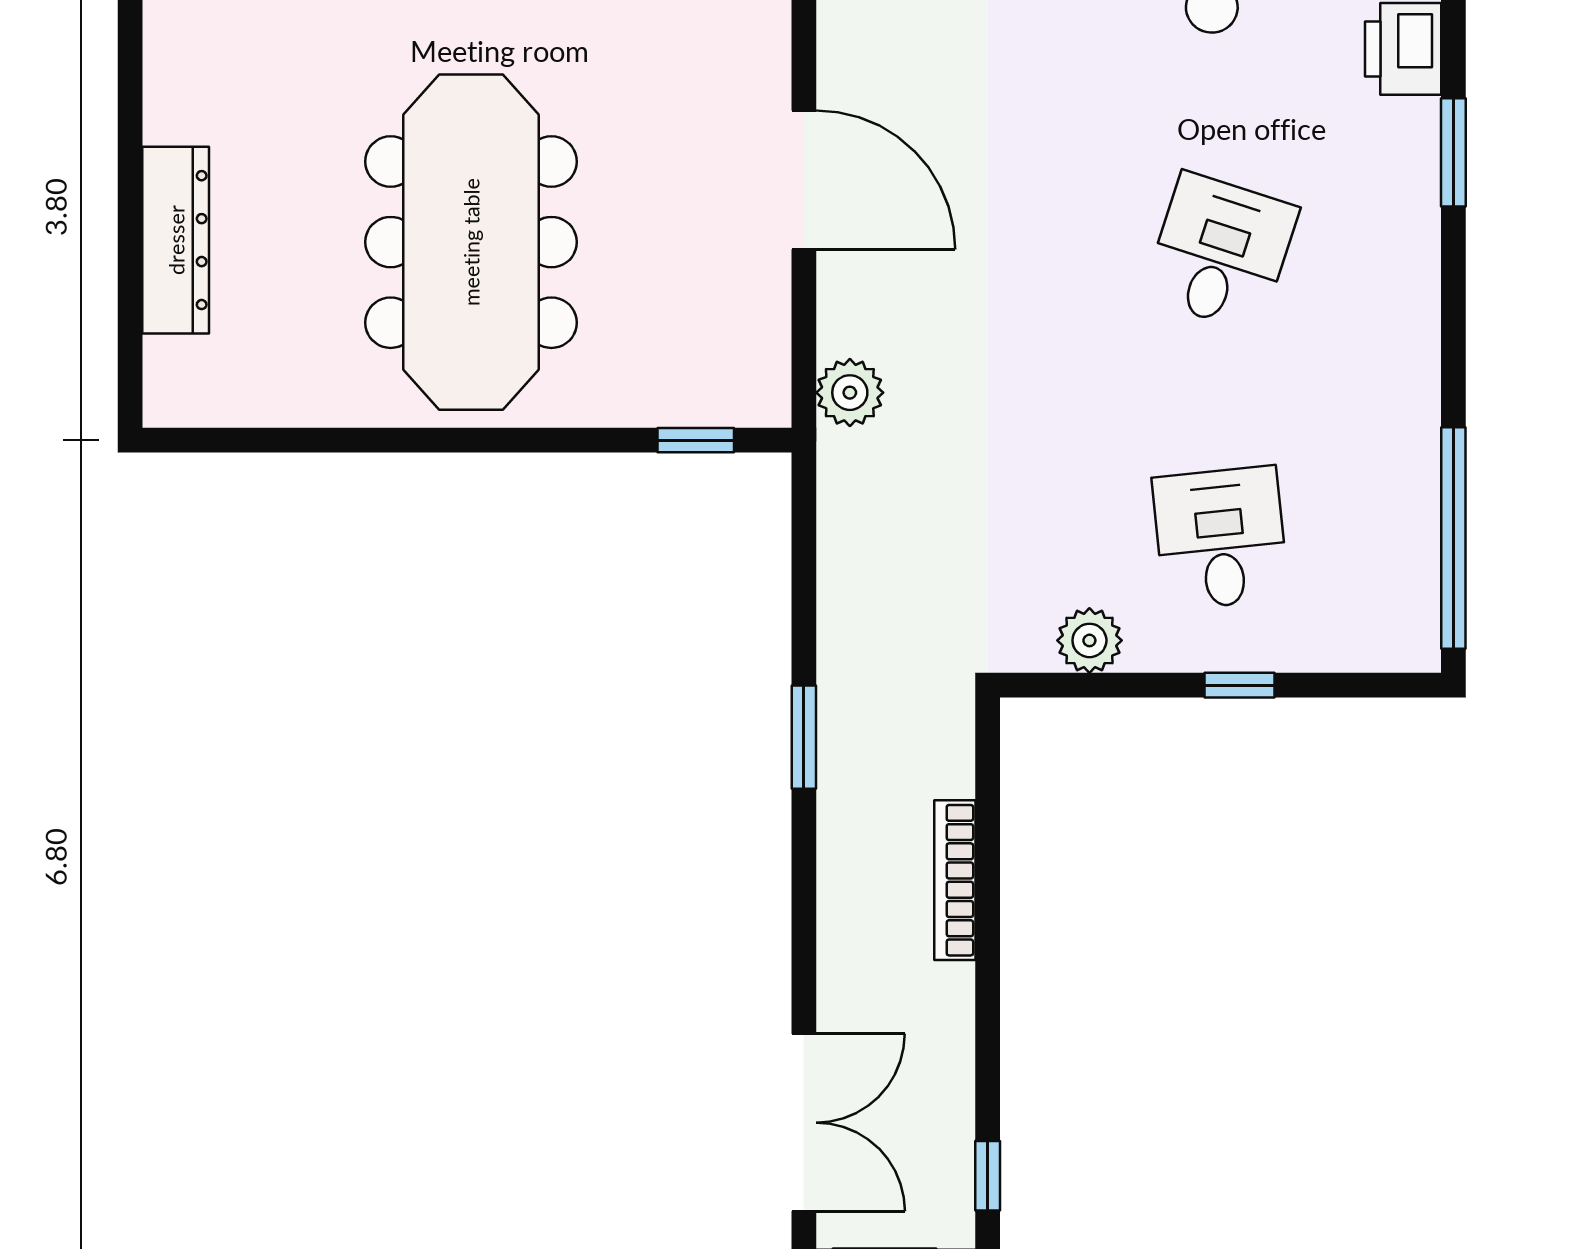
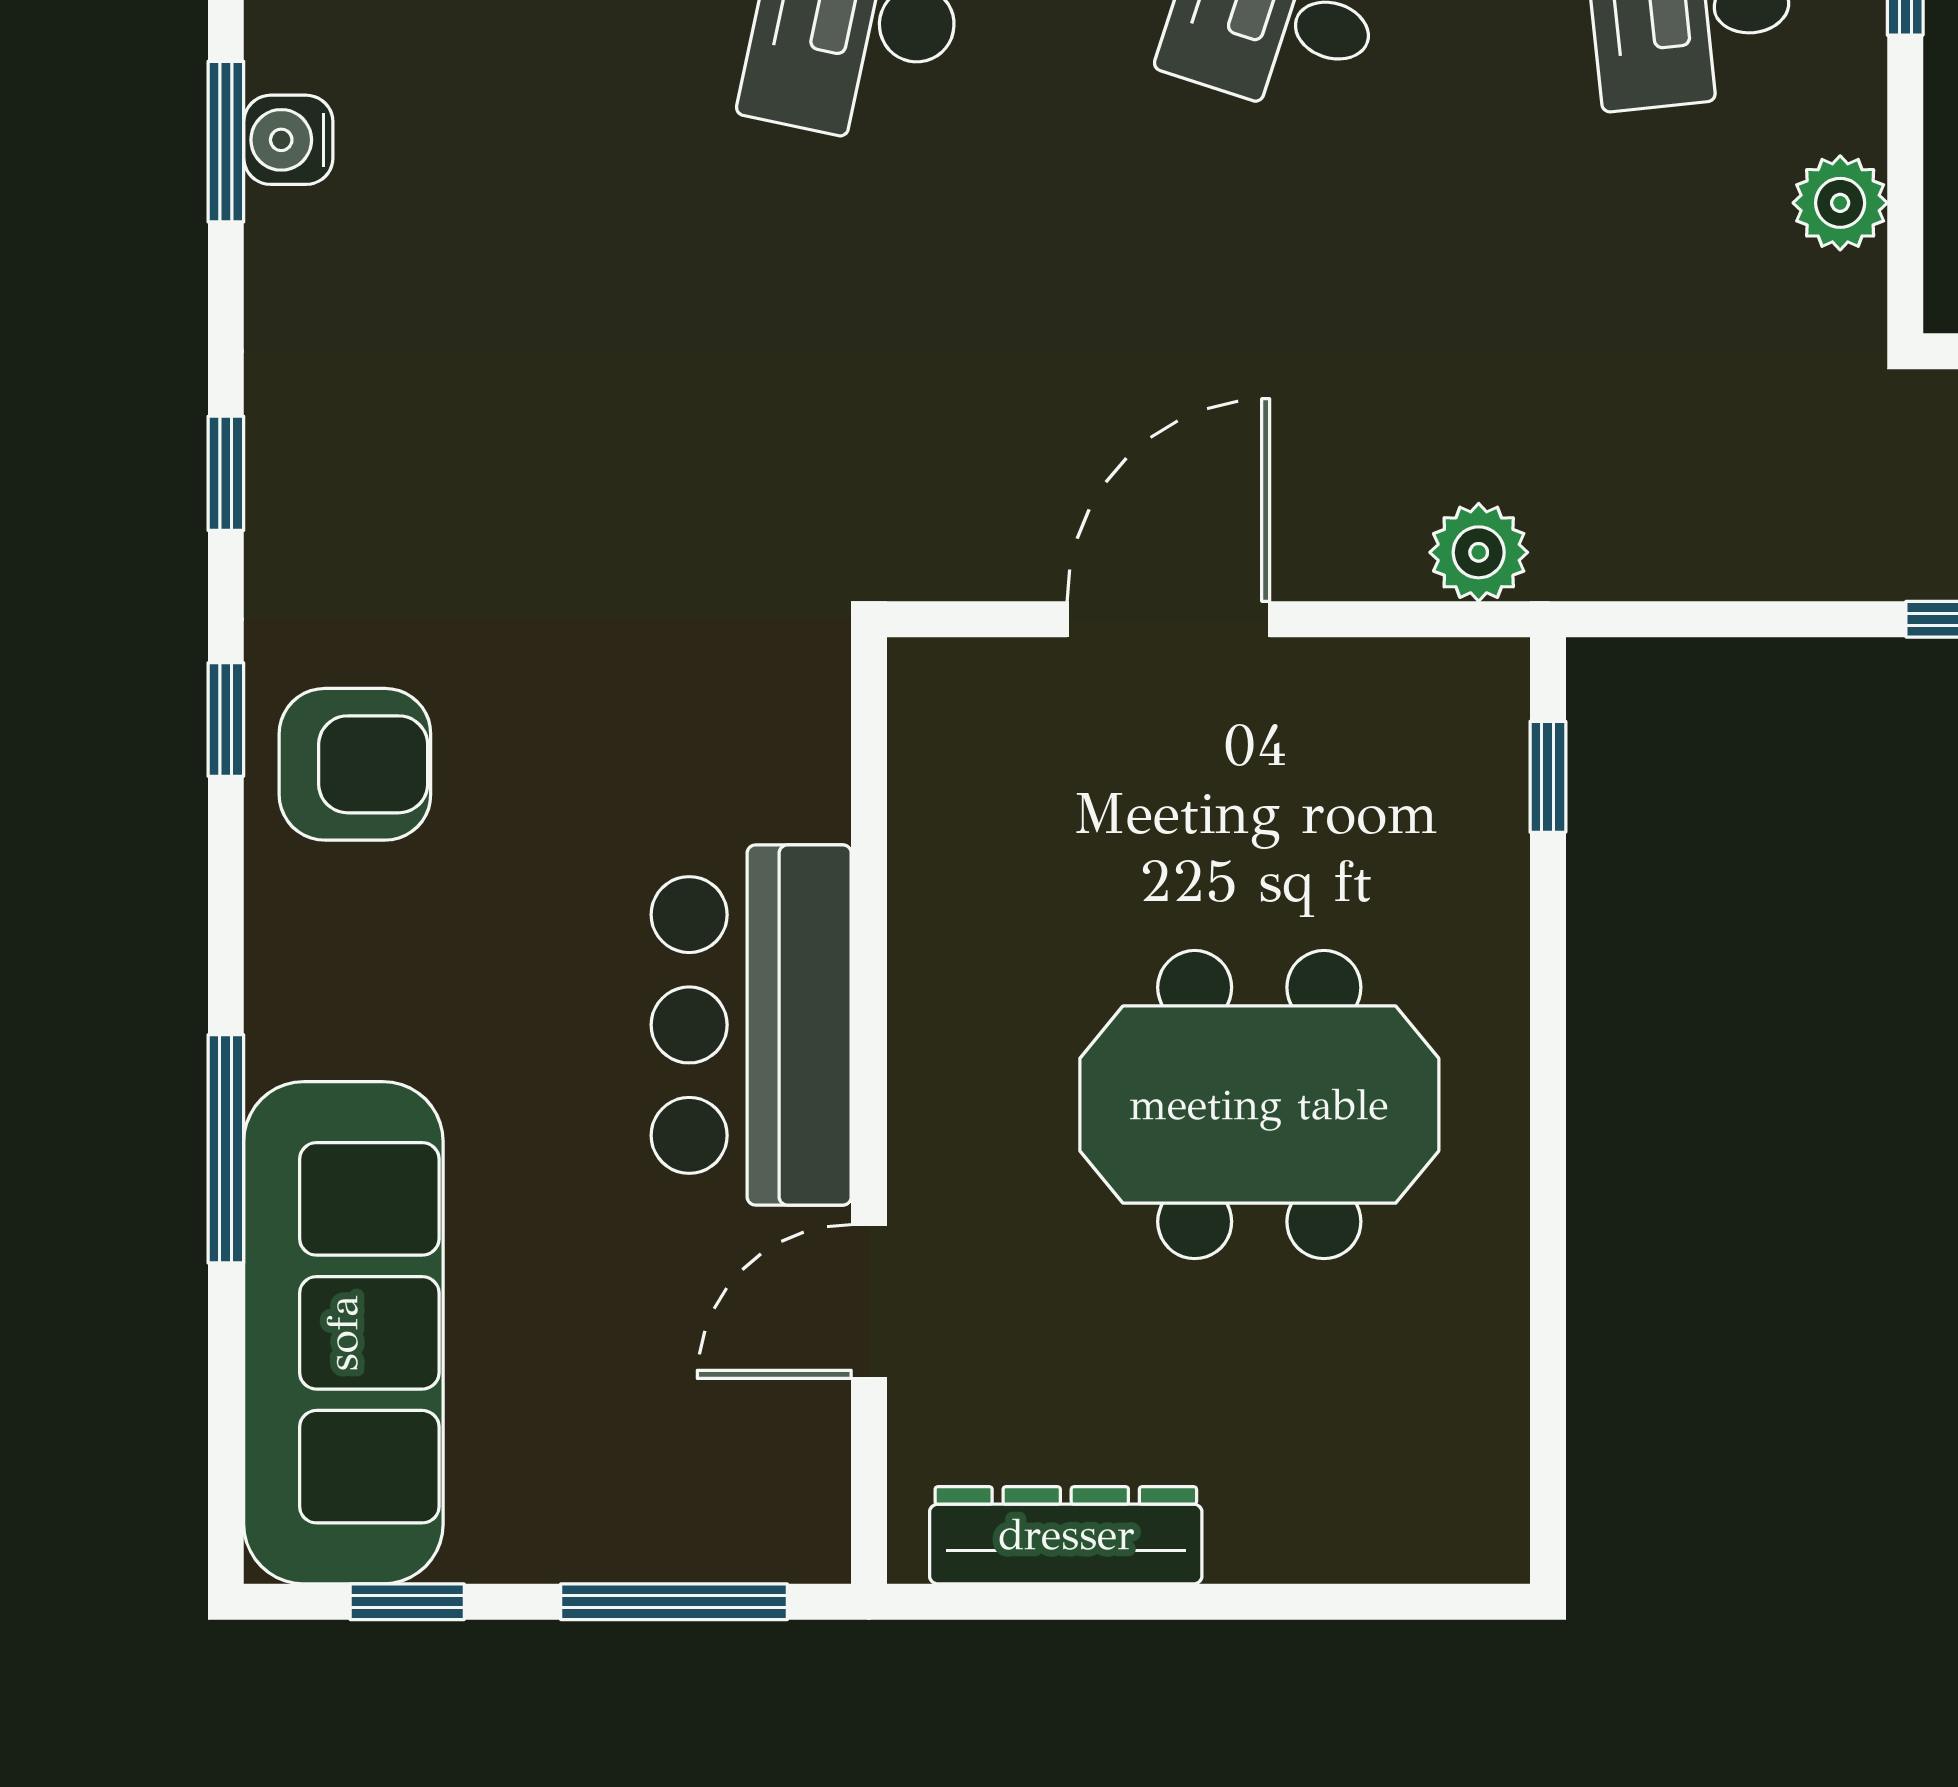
dresser: (176, 240) -> (1066, 1535), moved
meeting table: (471, 242) -> (1259, 1105), width x0.73

